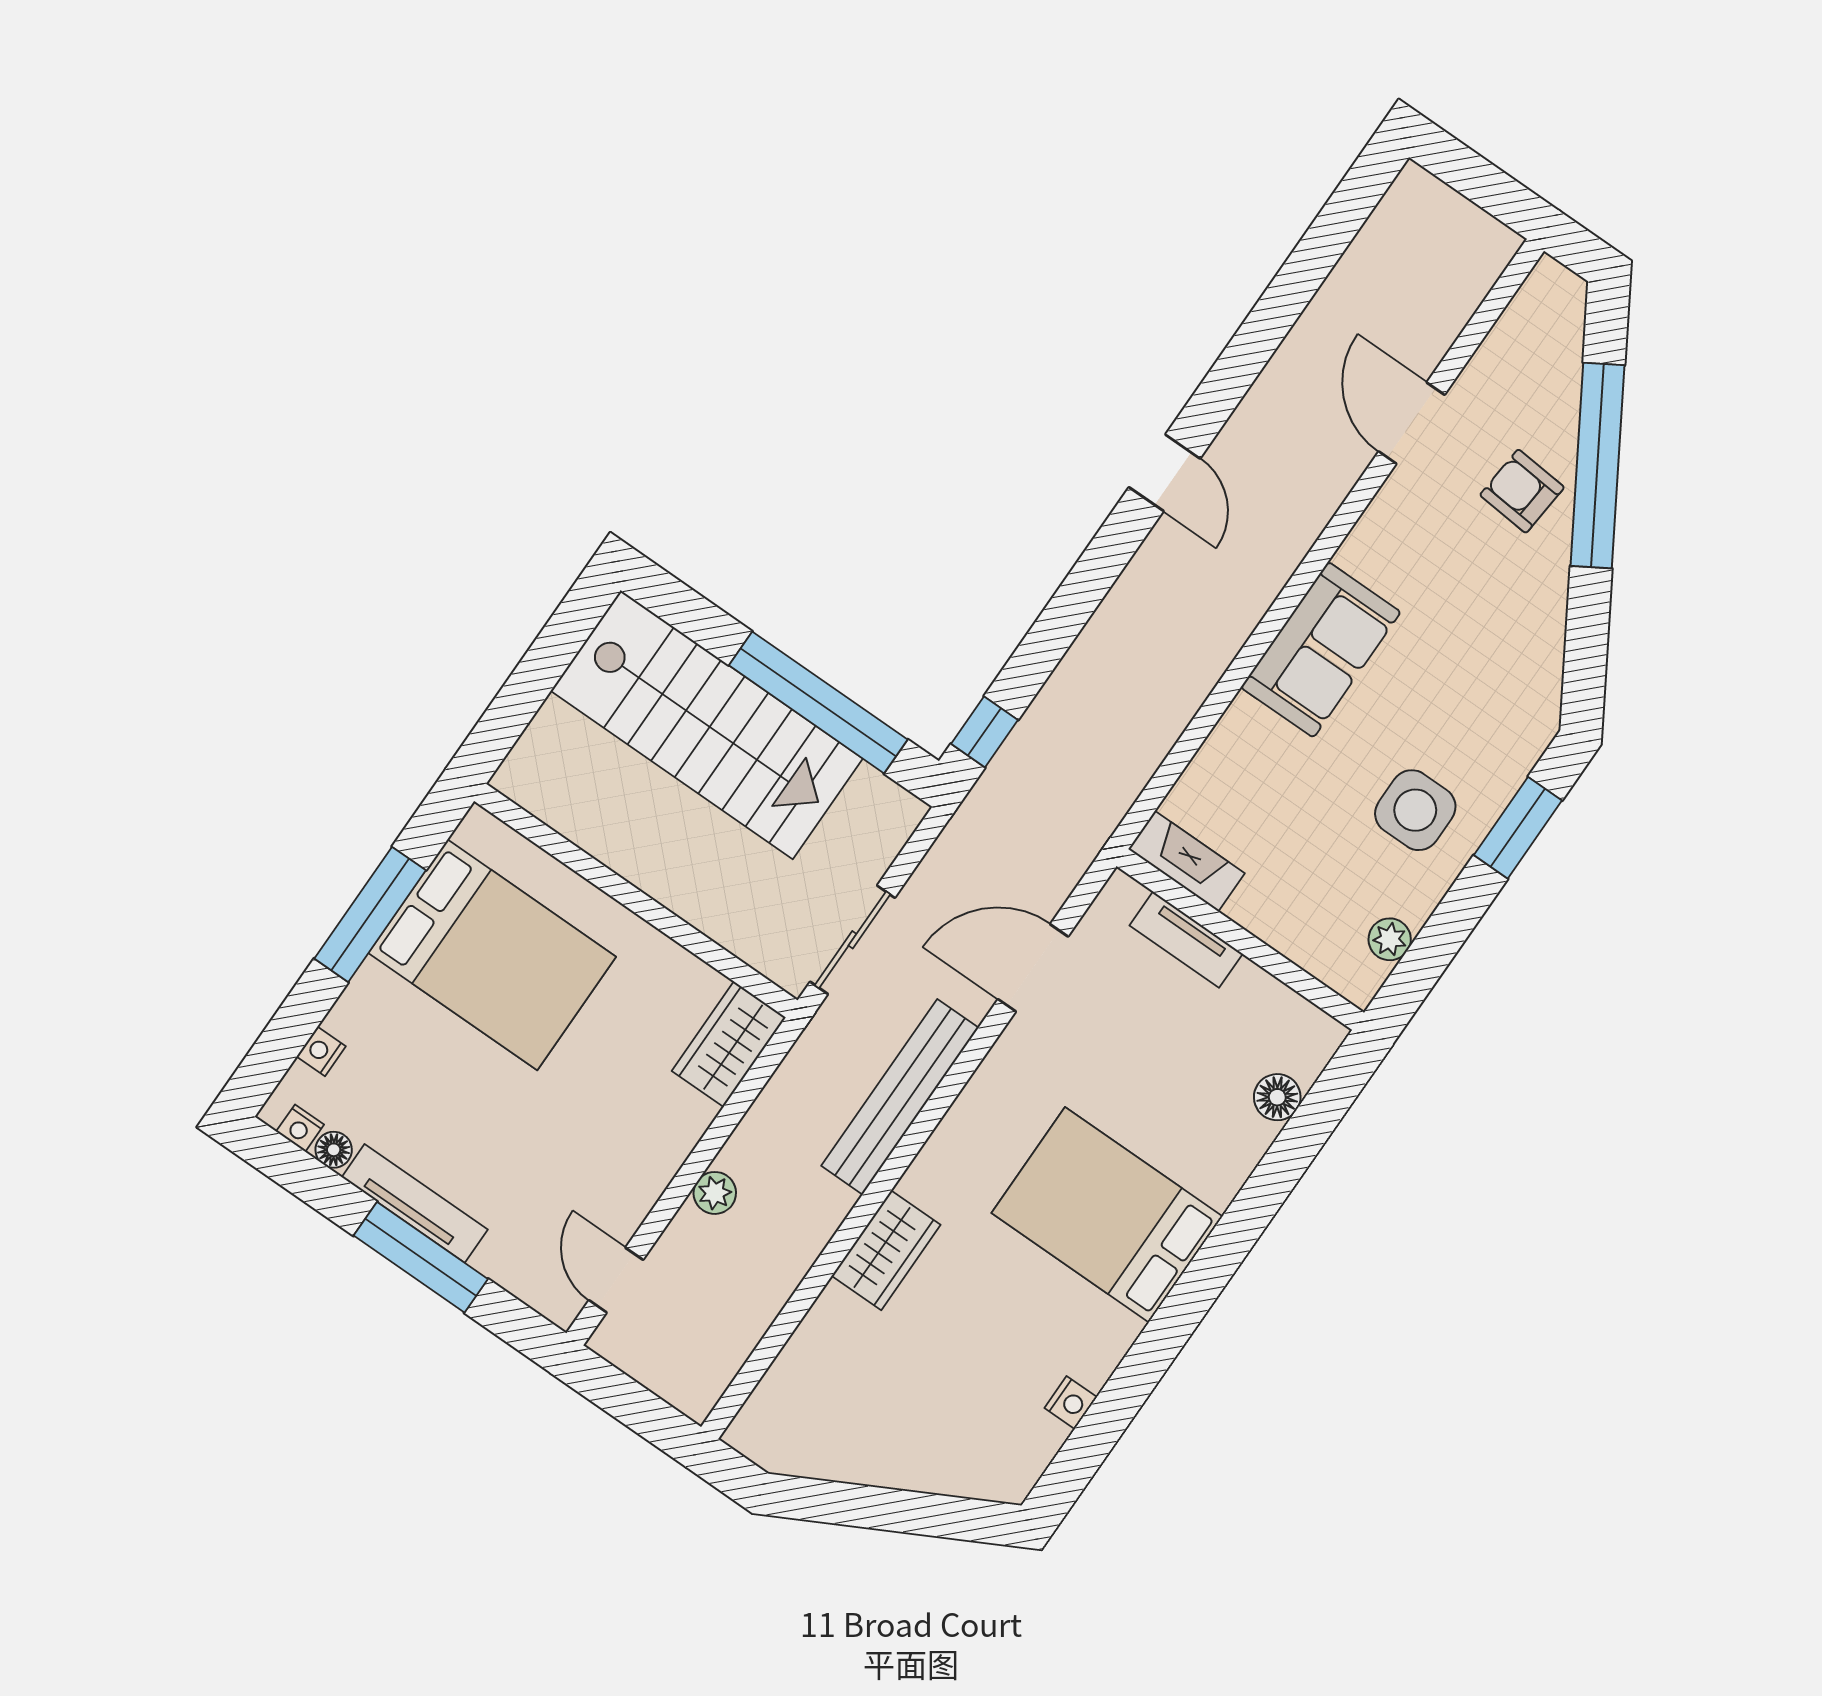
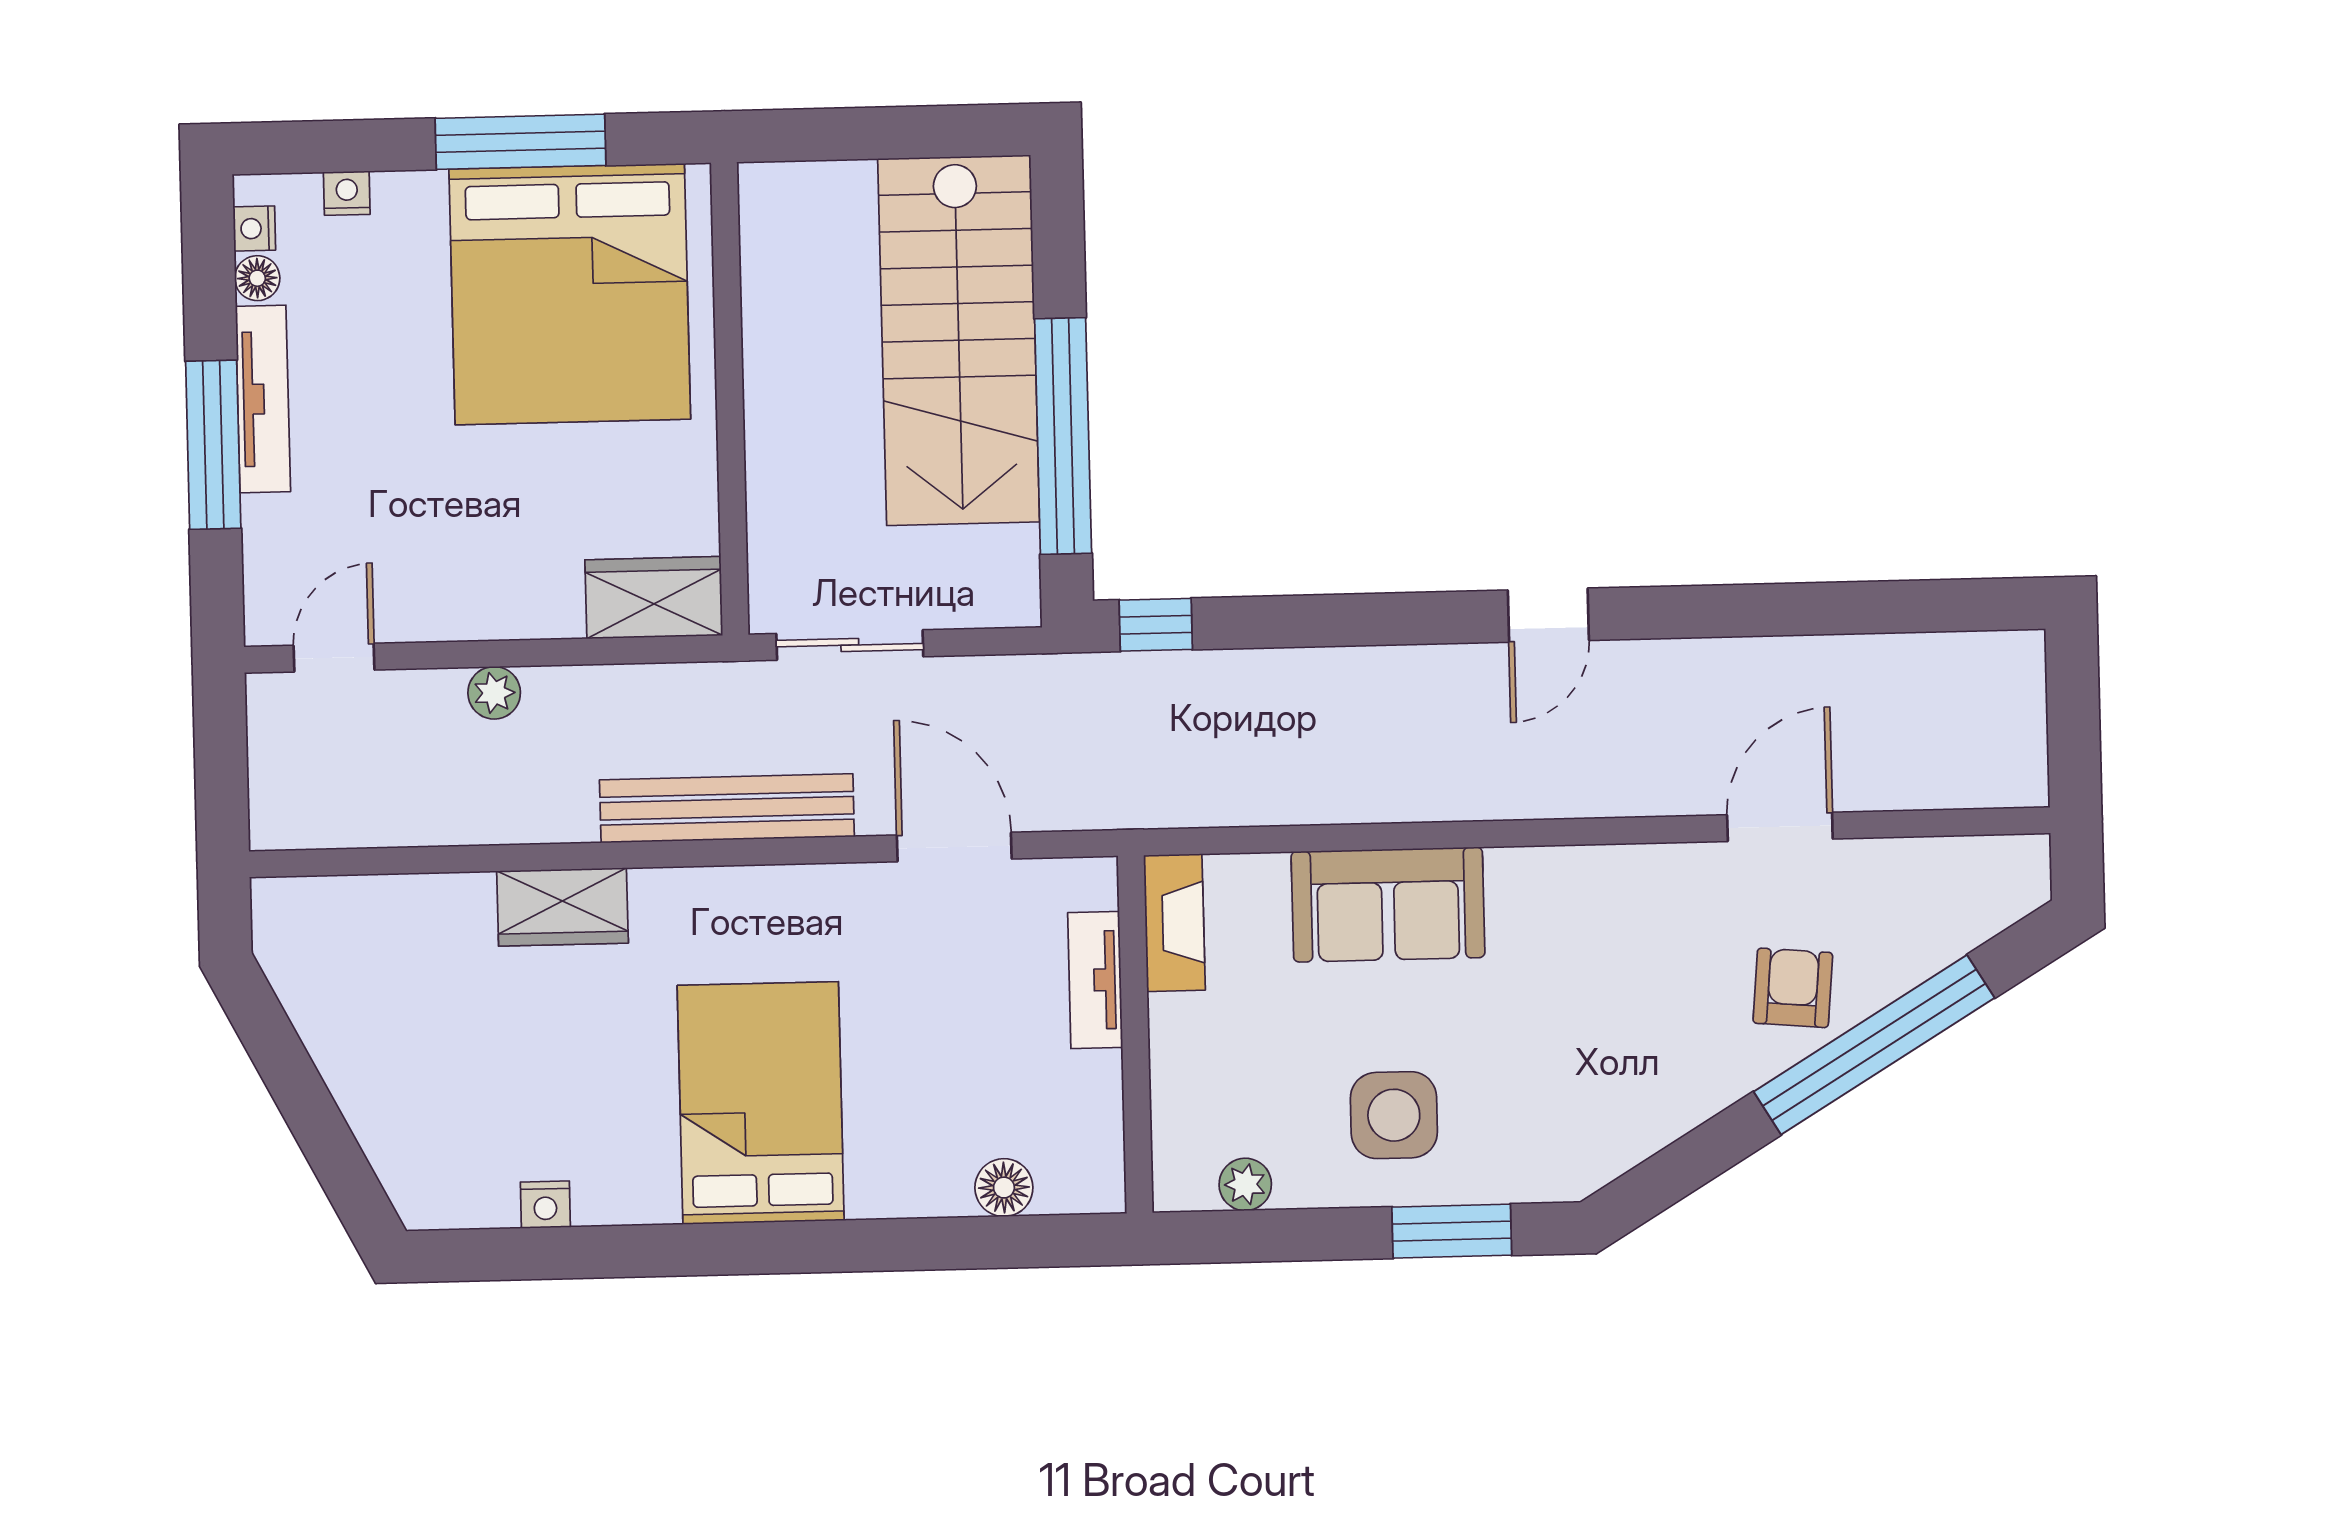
sofa: (1321, 650) -> (1388, 905), moved
bed: (492, 955) -> (570, 294), width x1.36

